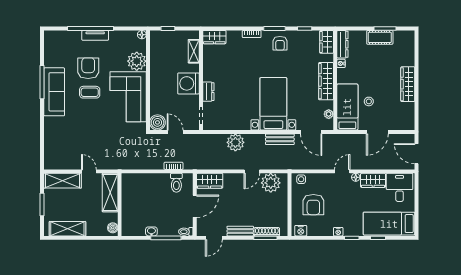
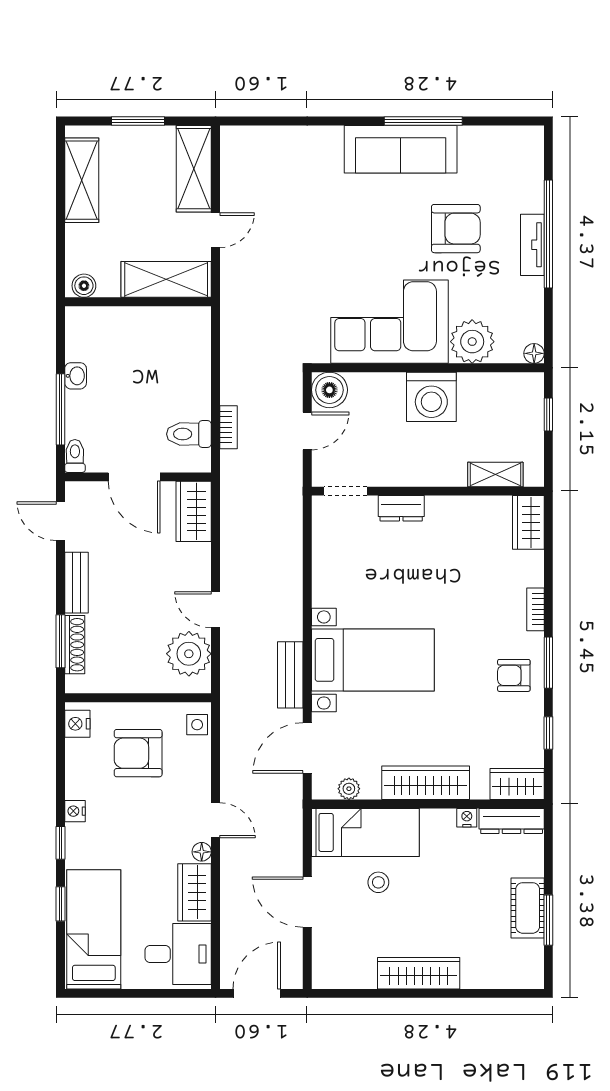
washing machine: (188, 83) -> (431, 397), moved, turned 180
coffee table: (90, 92) -> (400, 232), removed
plant: (235, 142) -> (283, 572), removed

